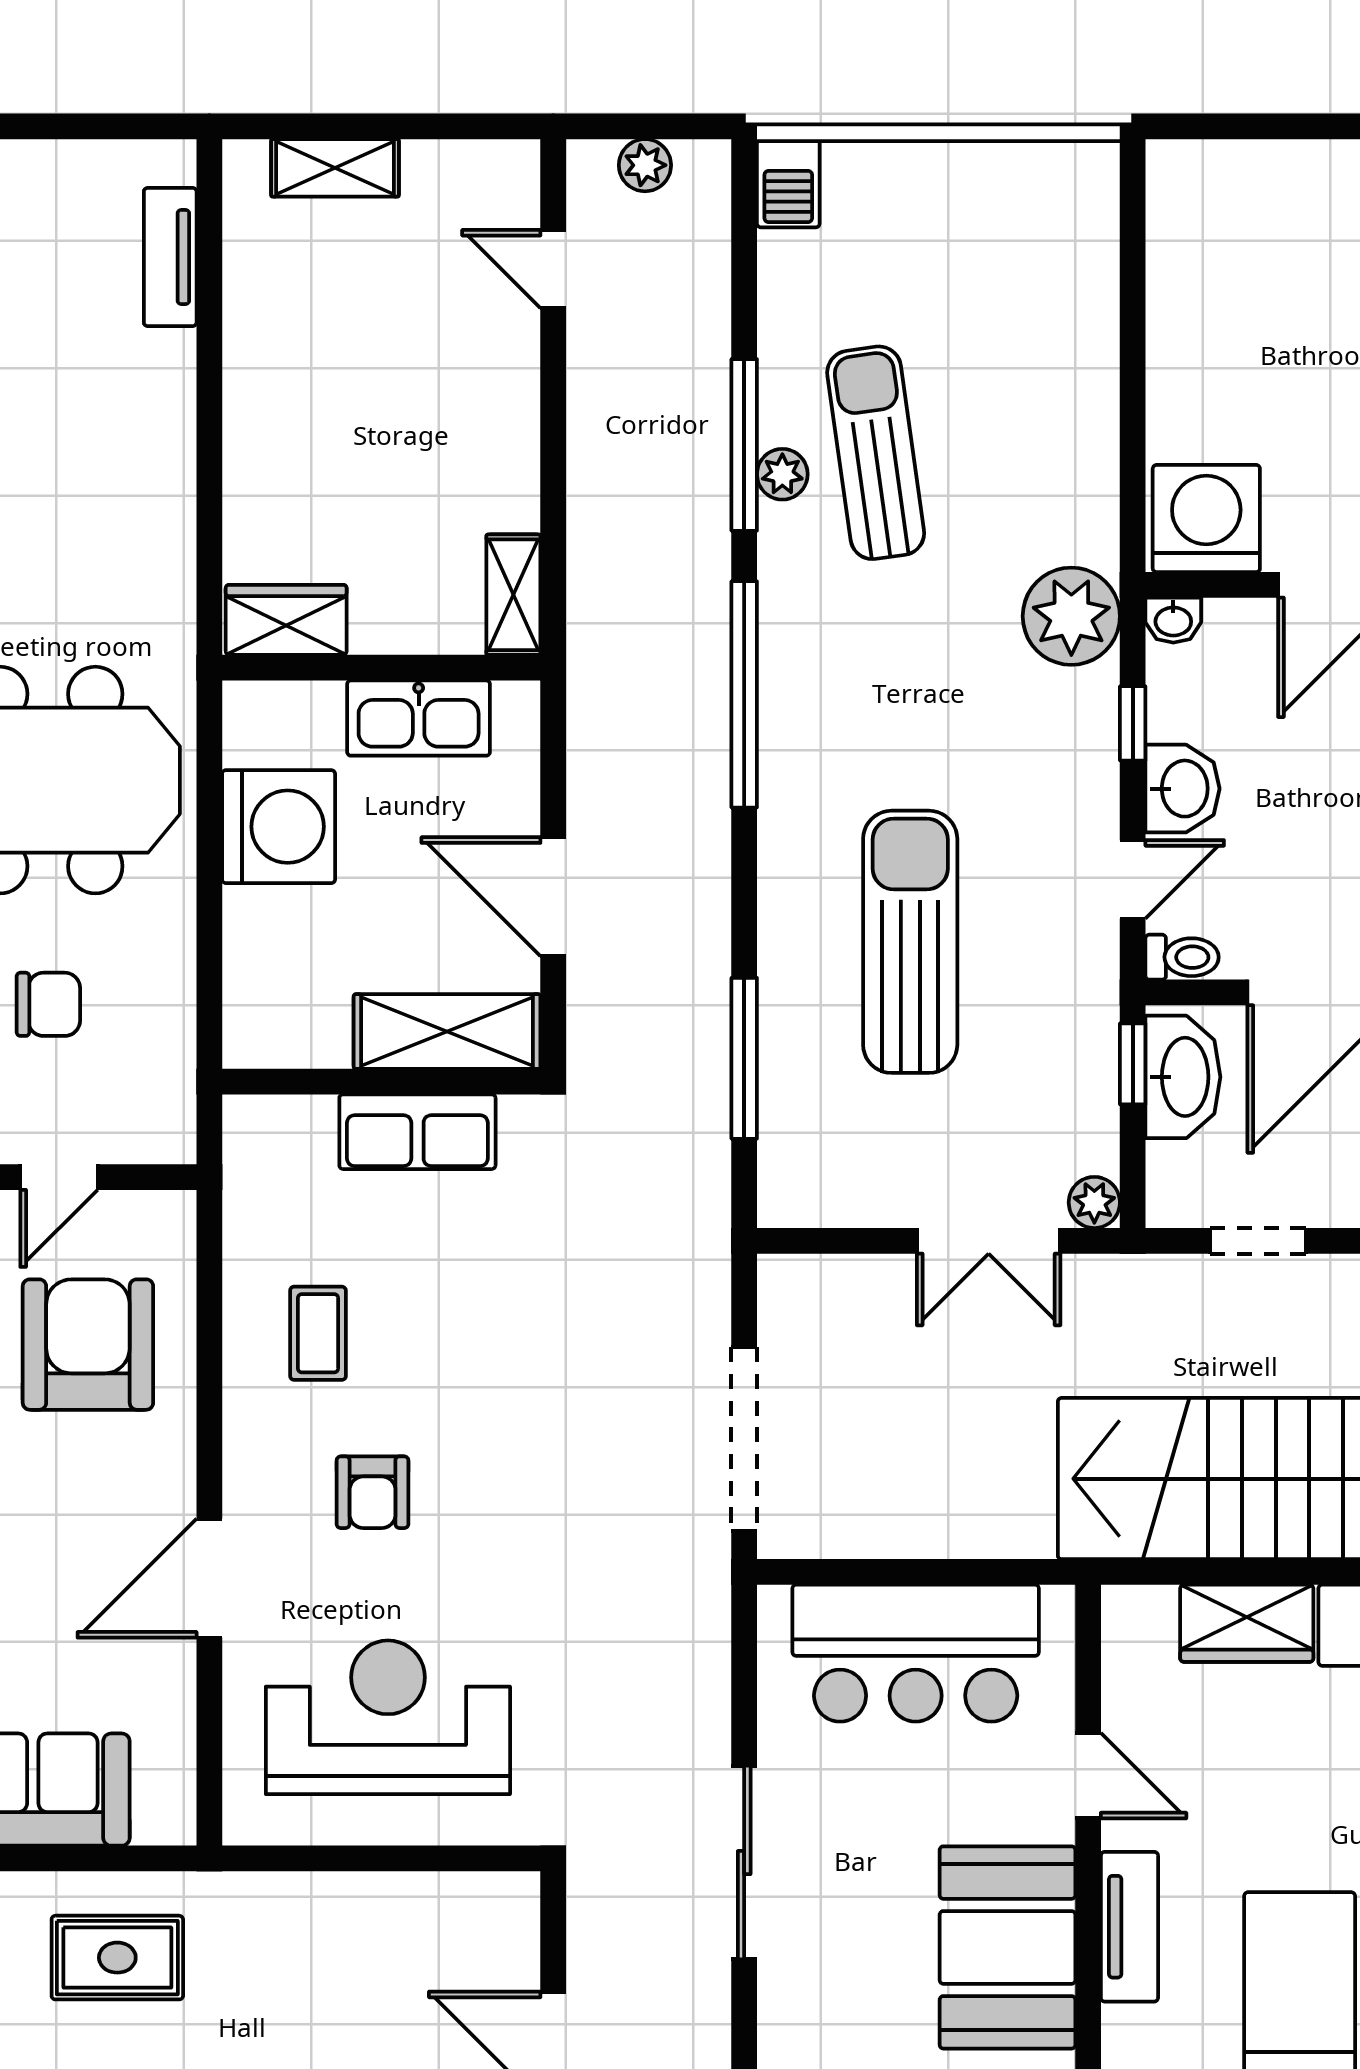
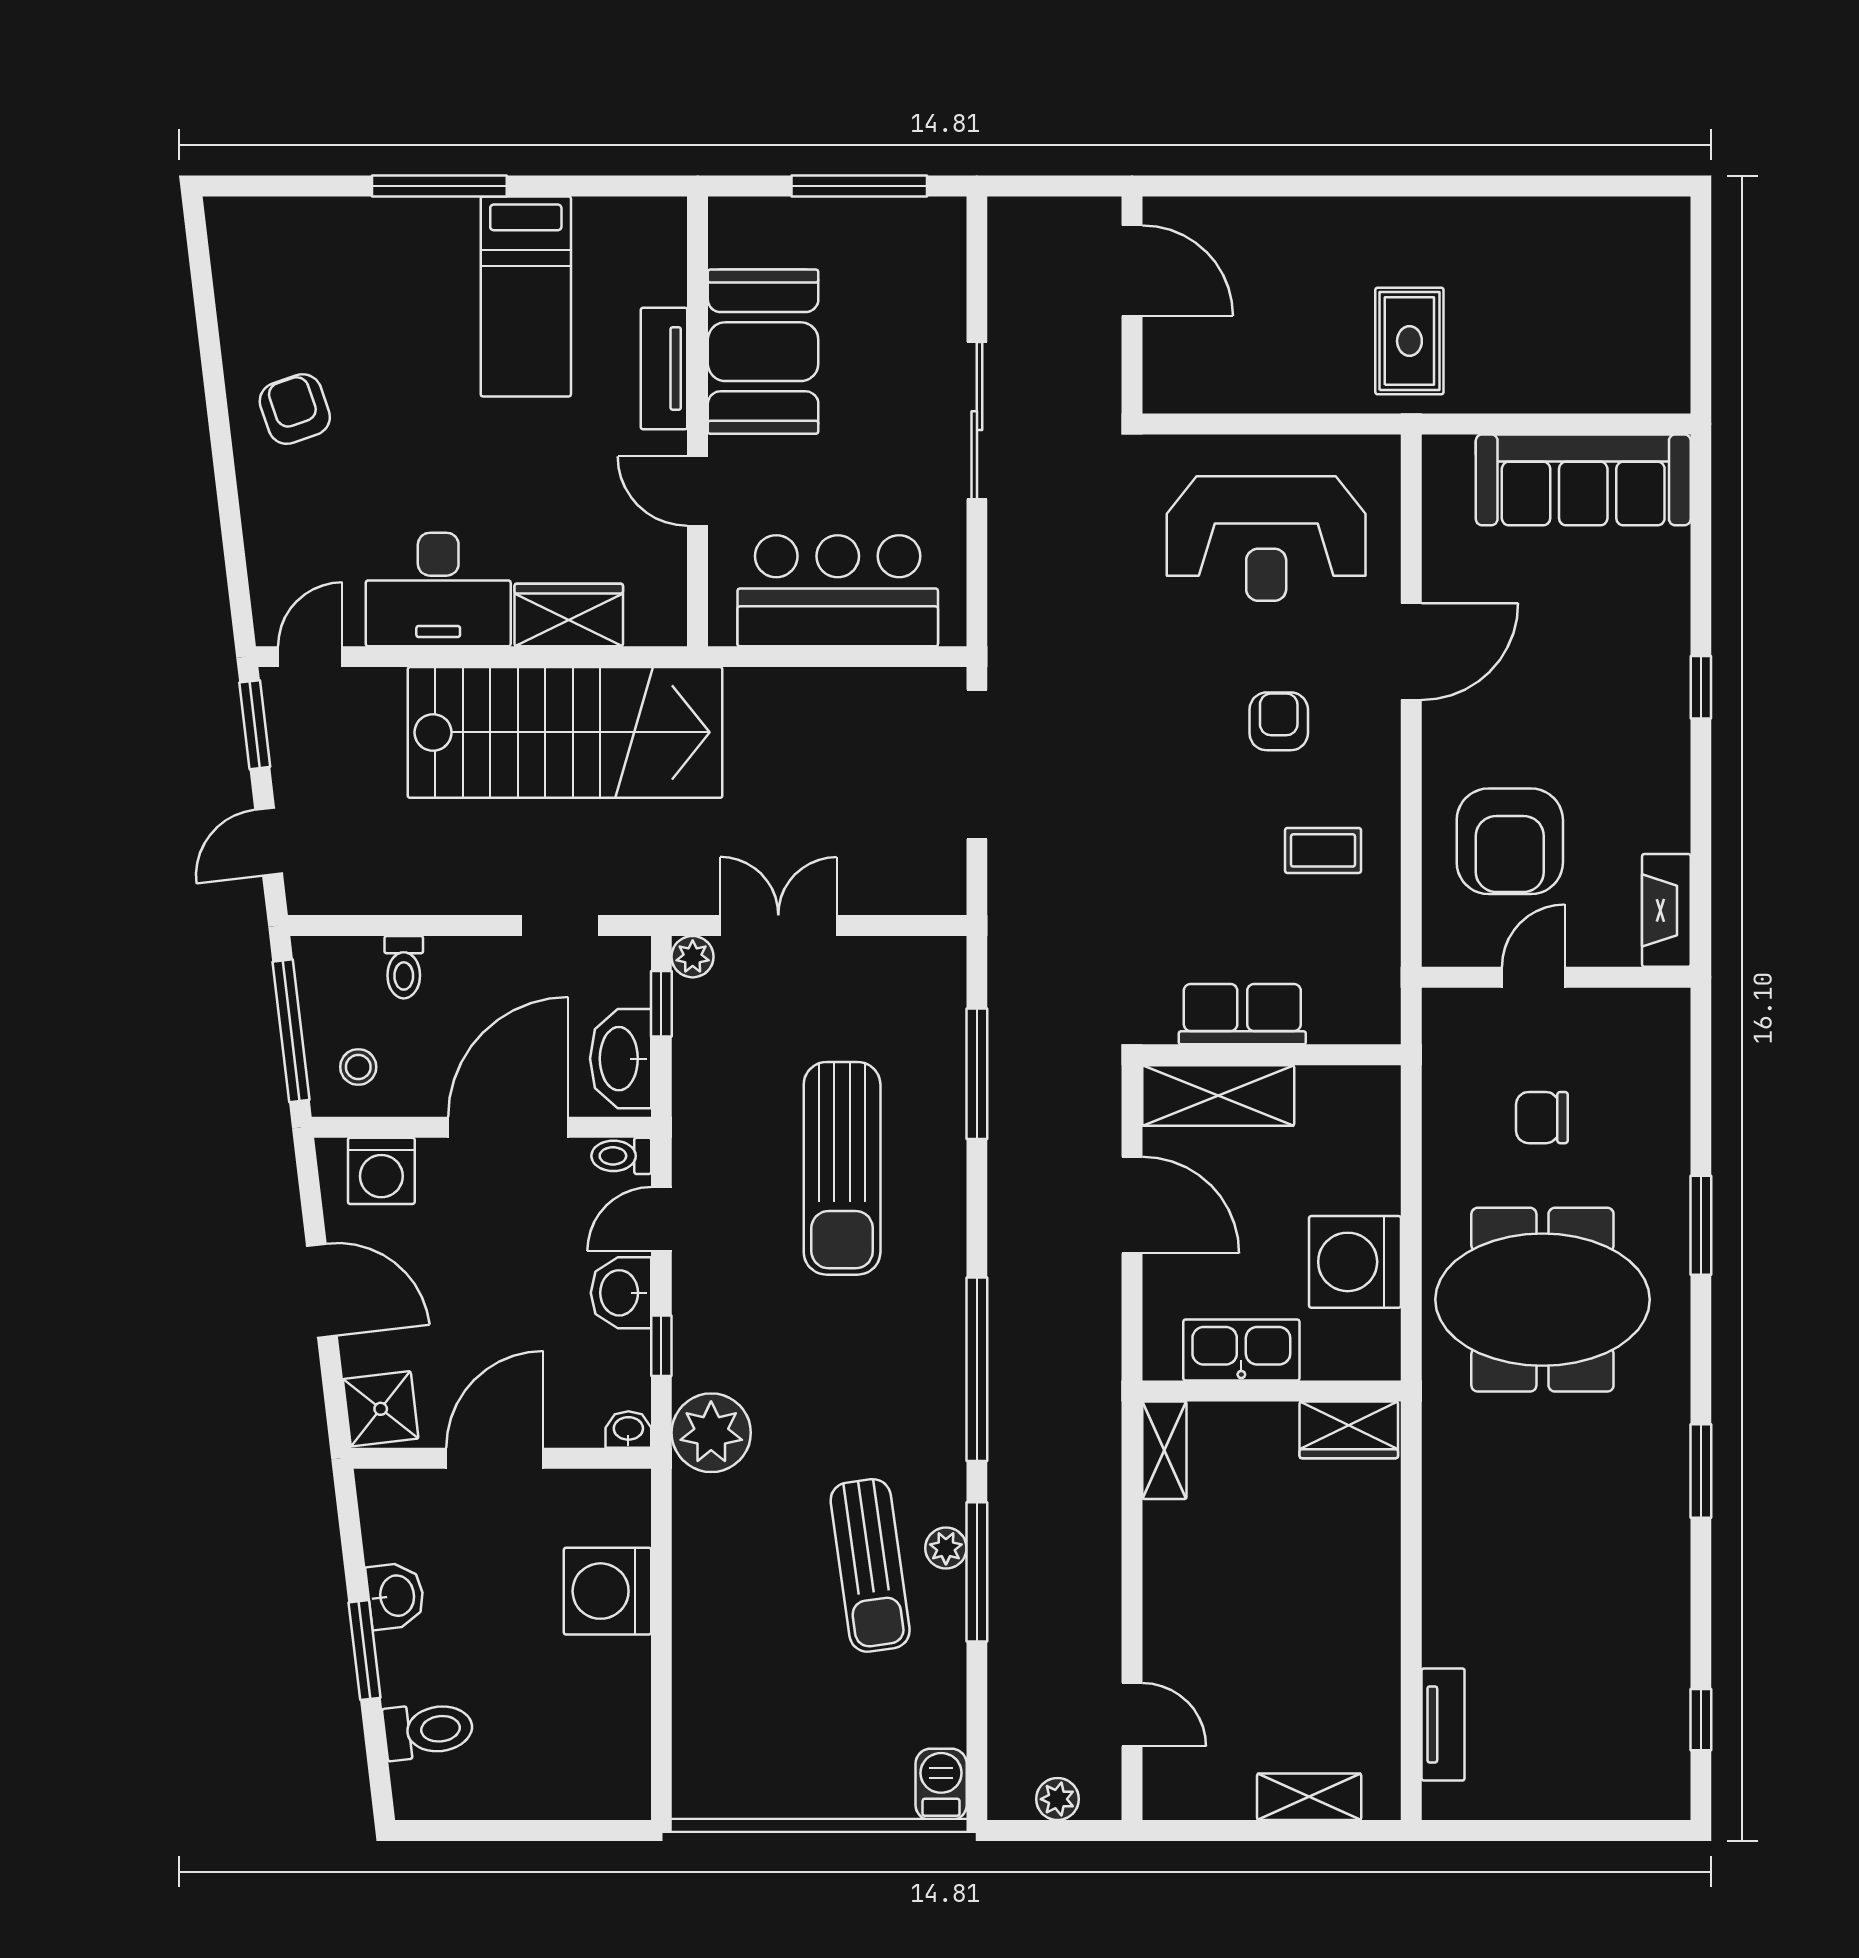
washing machine: (1206, 519) -> (607, 1591), moved, turned 90
window: (1133, 1064) -> (661, 1004), moved
coffee table: (318, 1333) -> (1323, 850), turned 90
rug: (117, 1958) -> (1409, 341), moved, turned 90

